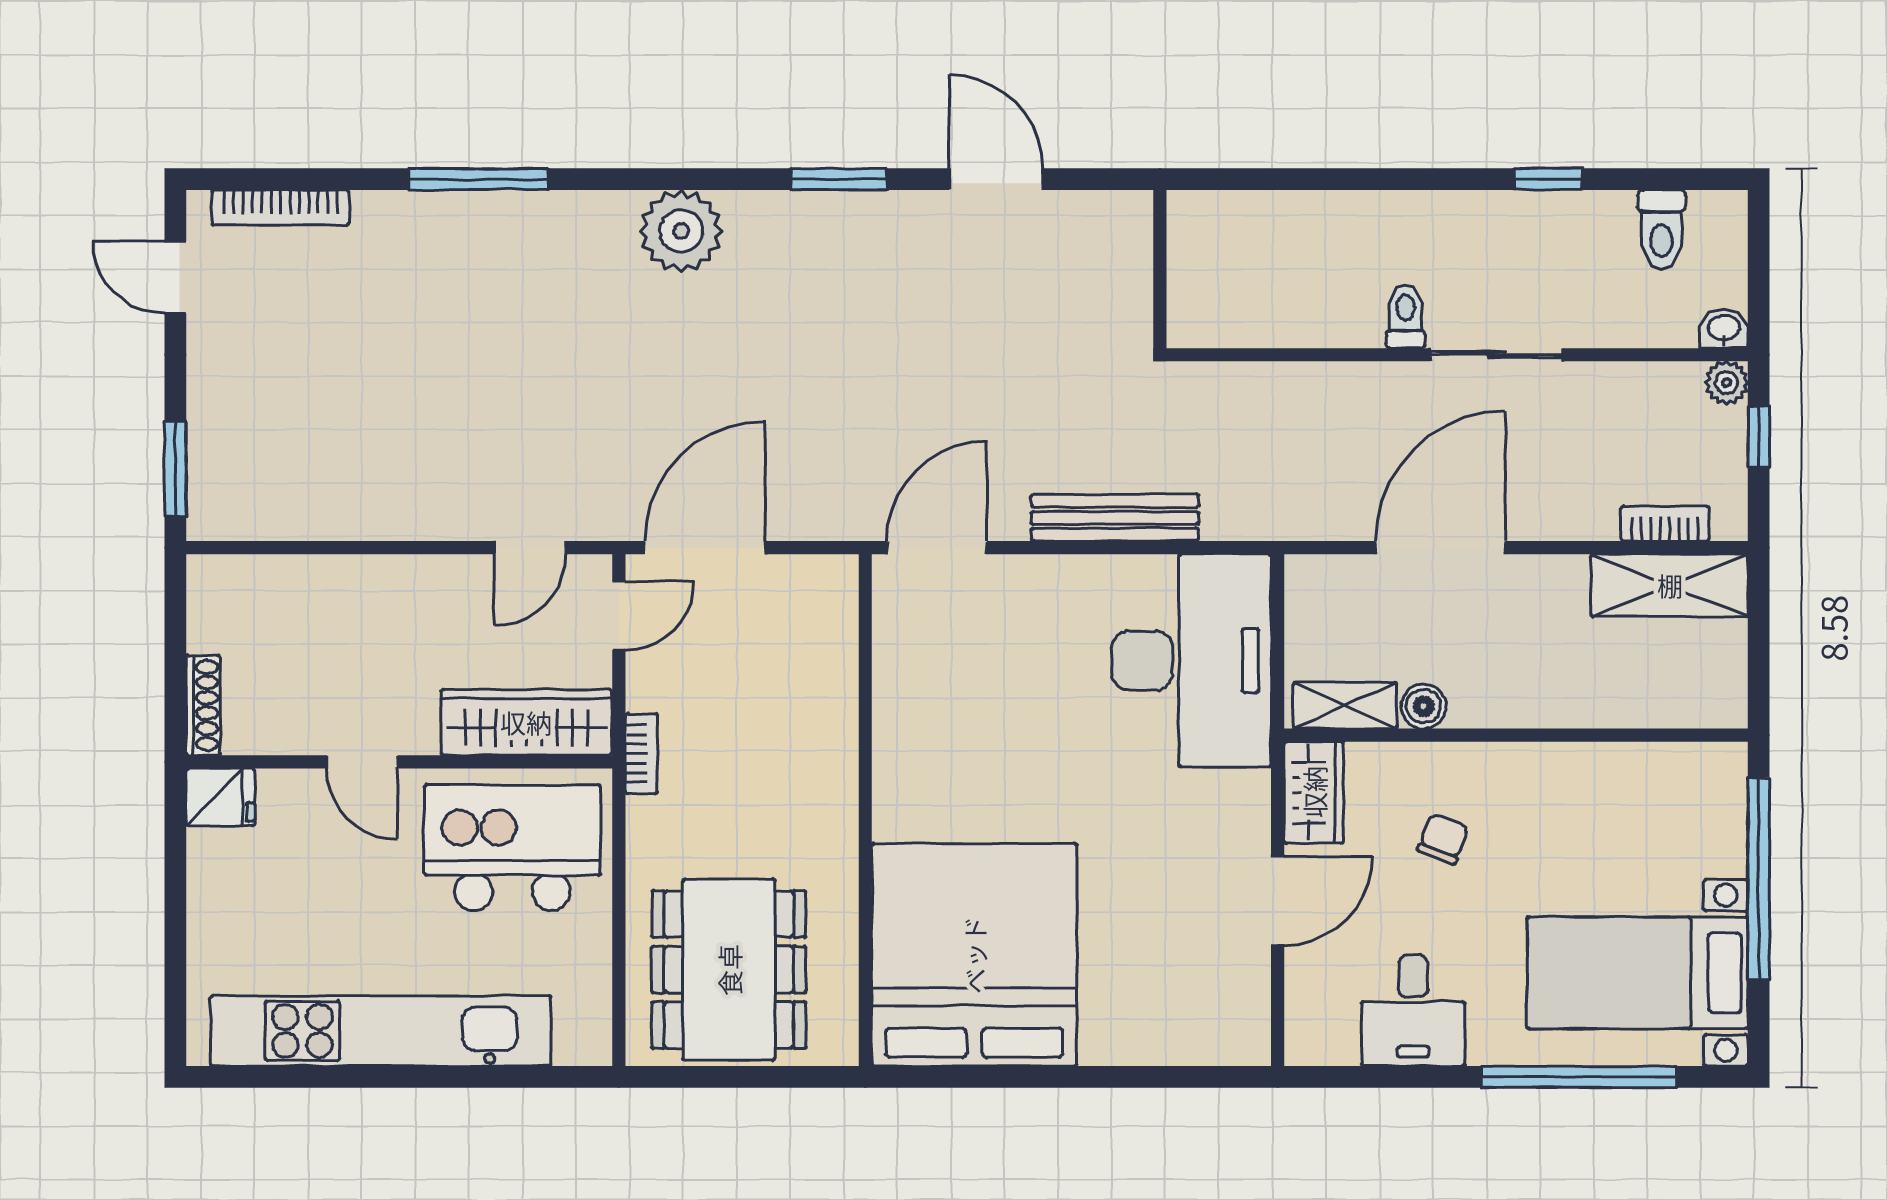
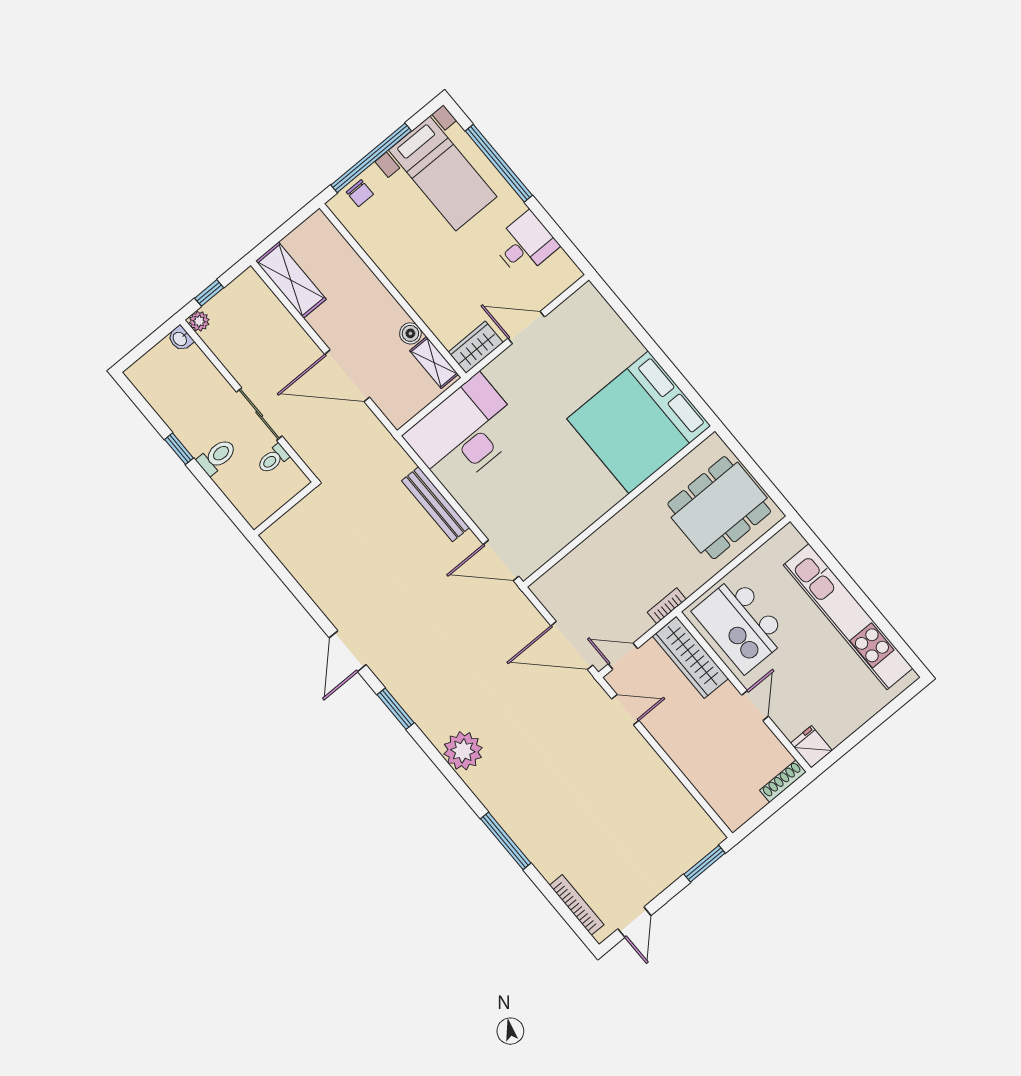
toilet: (1662, 230) -> (217, 457), moved
wall: (1160, 269) -> (285, 509), moved
bookcase: (1665, 524) -> (270, 301), removed
chair: (1443, 839) -> (360, 193), moved, turned -111

